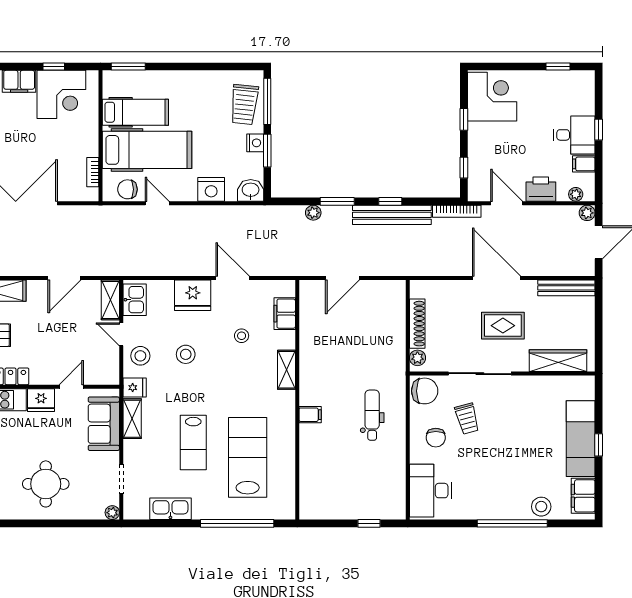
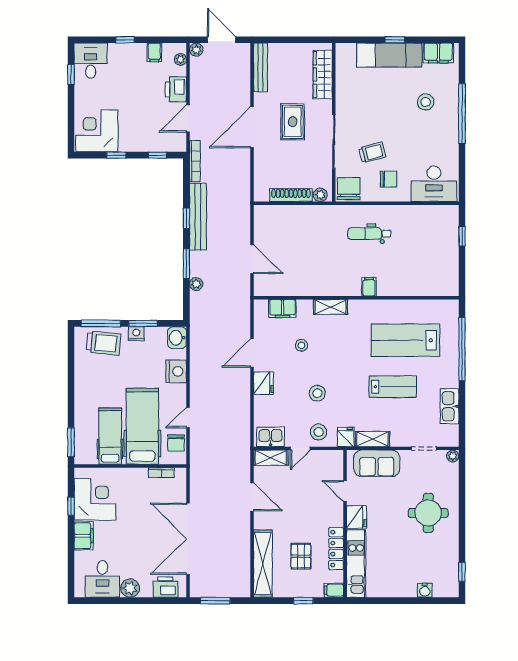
desk: (574, 135) -> (91, 61), moved
fridge: (193, 295) -> (263, 383), width x0.73, depth x0.75
stool: (541, 507) -> (426, 102), moved

